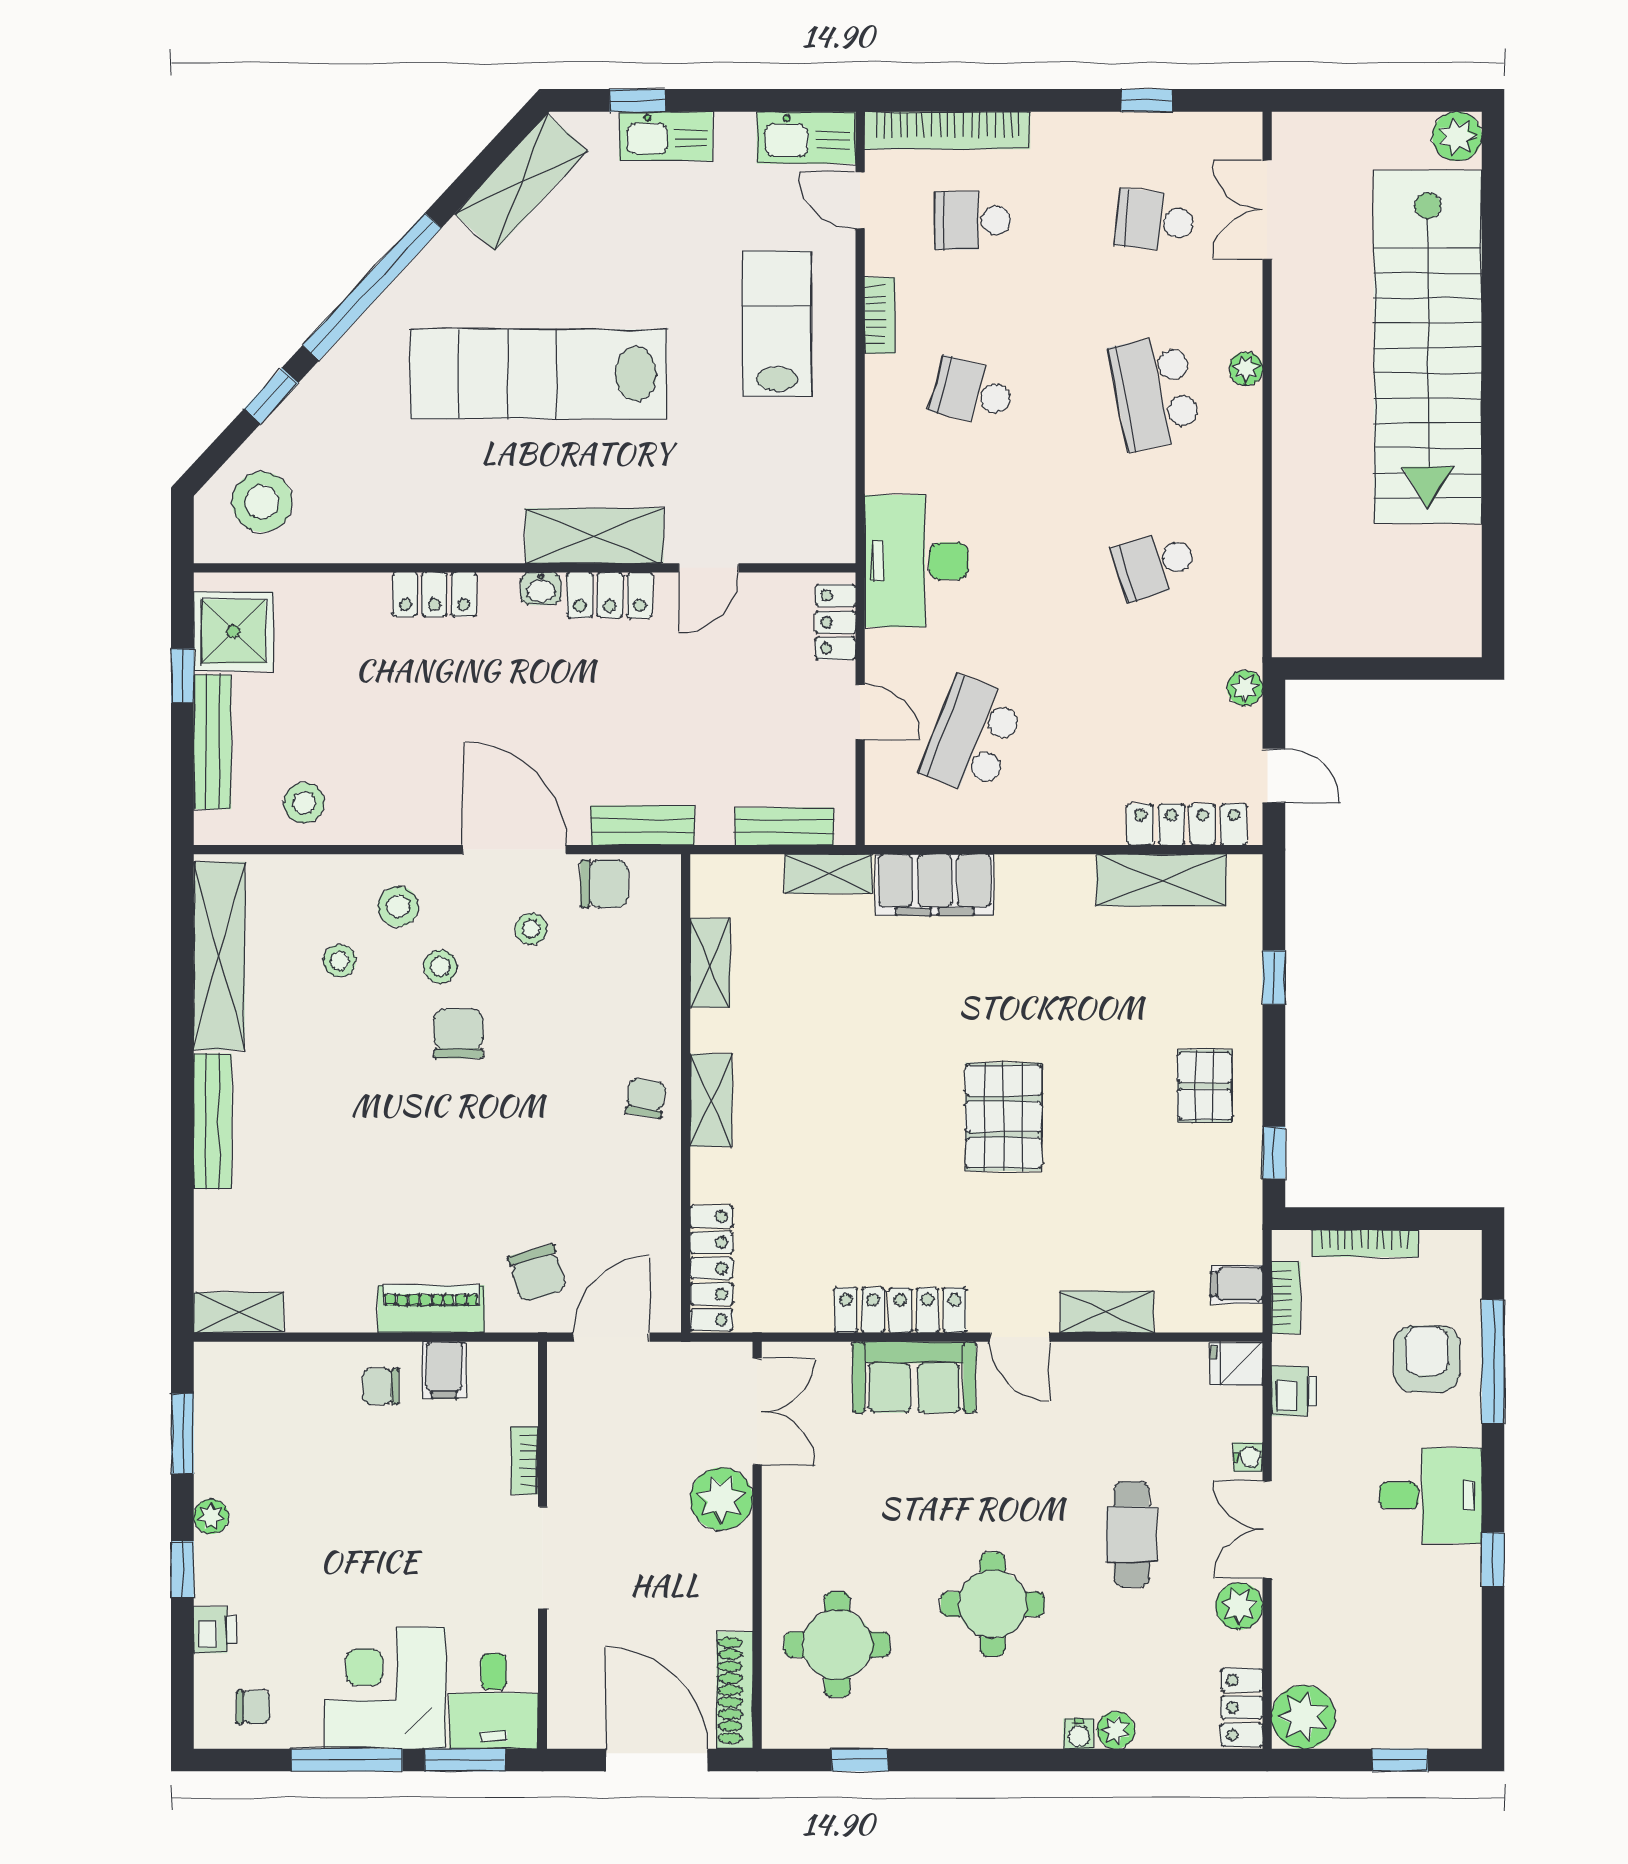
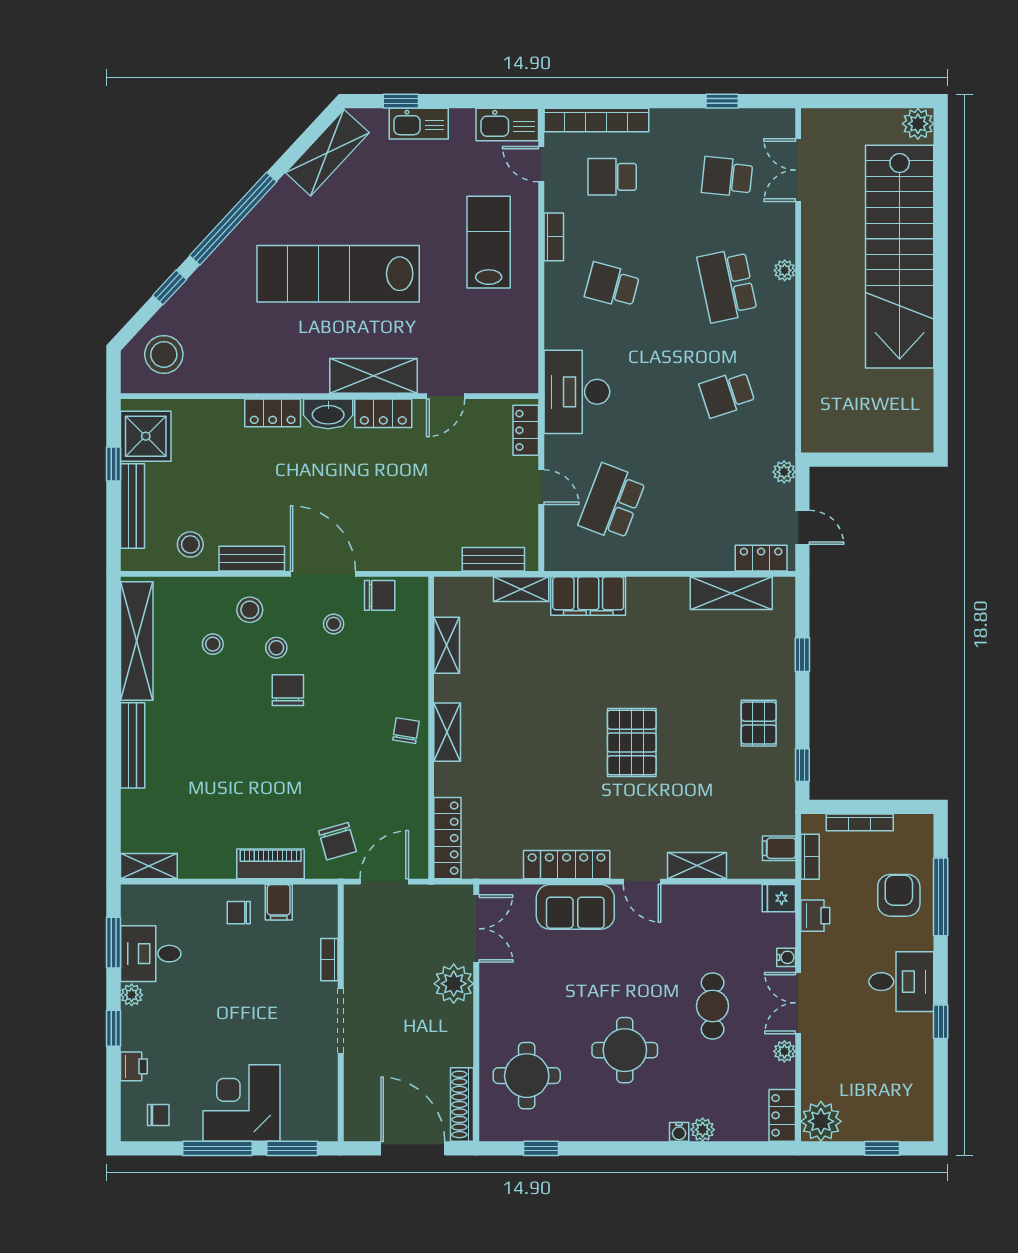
washbasin: (541, 589) -> (328, 414), width x1.91, depth x1.45
bench: (643, 825) -> (252, 559), moved
locker: (1187, 825) -> (761, 558), width x0.66
plant: (1239, 1606) -> (784, 1051), width x0.73, depth x0.73
desk: (494, 1701) -> (151, 954), moved, turned 90

